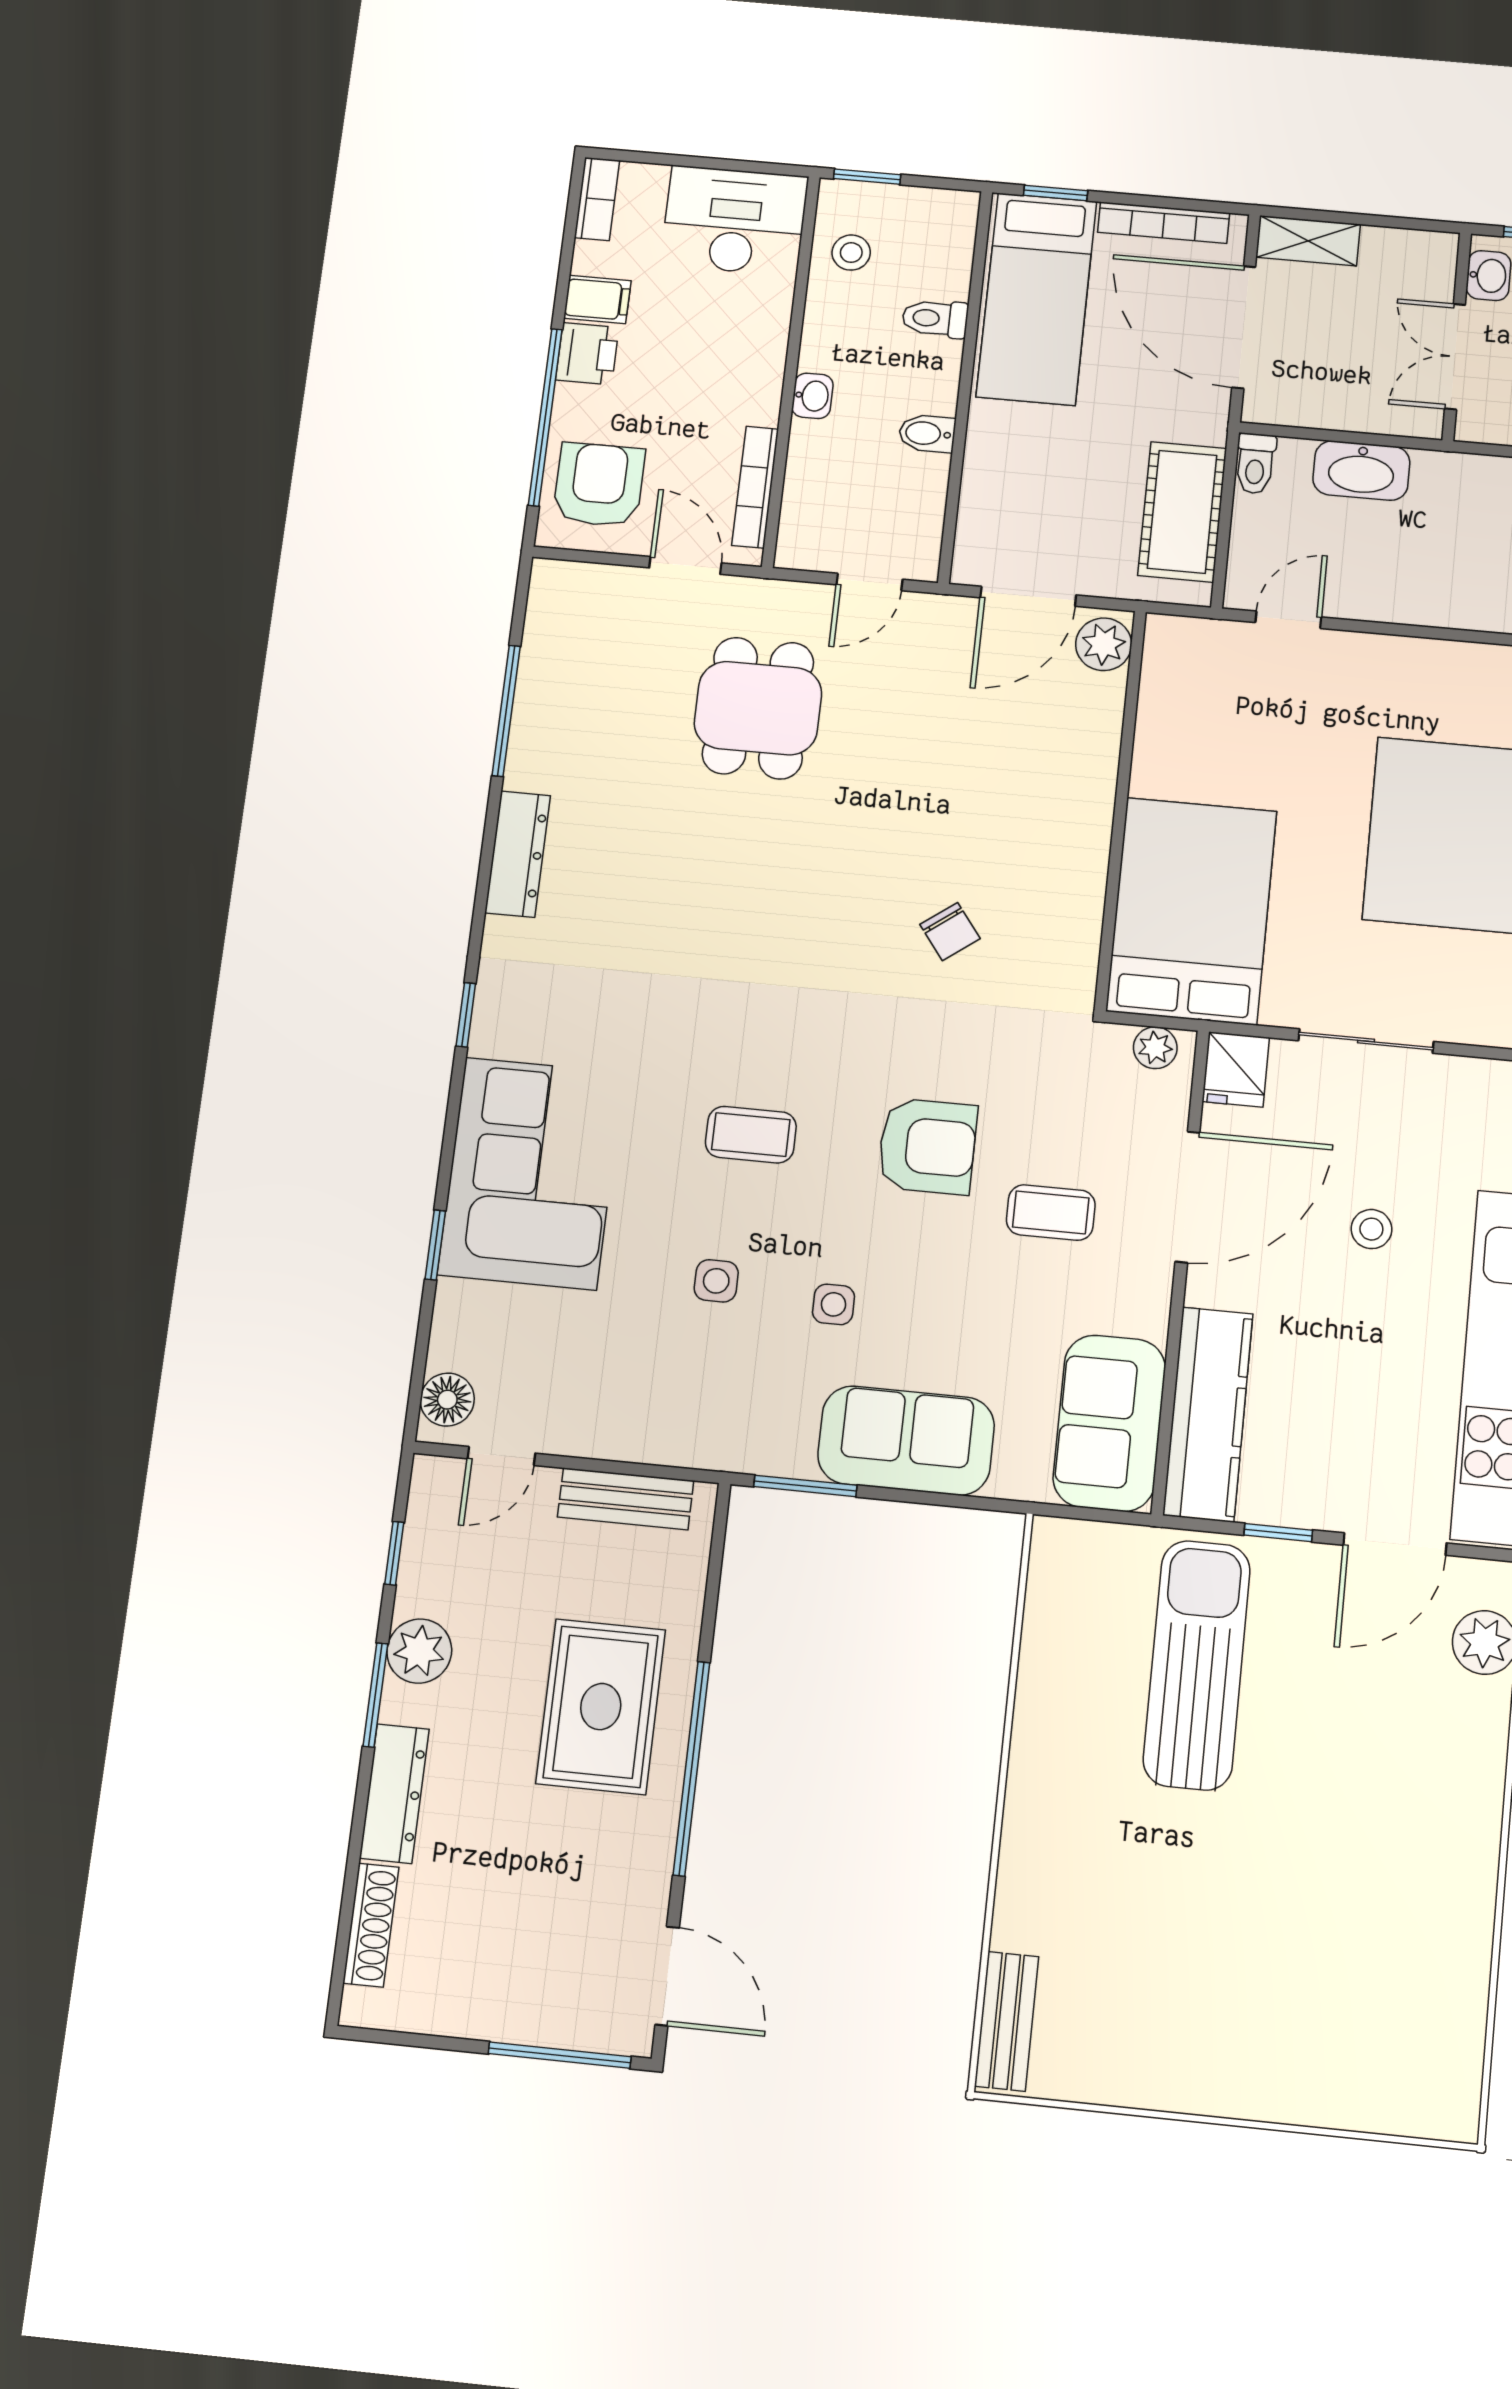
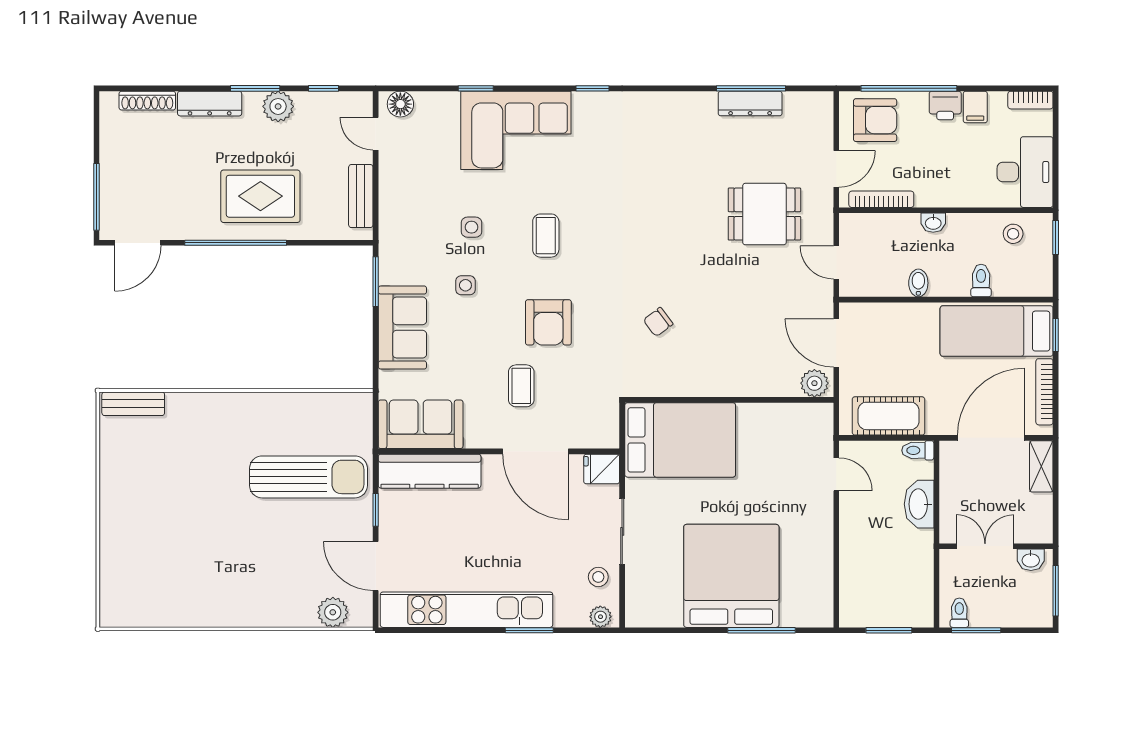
dresser: (518, 854) -> (750, 103), moved
plant: (1155, 1048) -> (609, 429), removed
stool: (1371, 1229) -> (598, 577), moved

